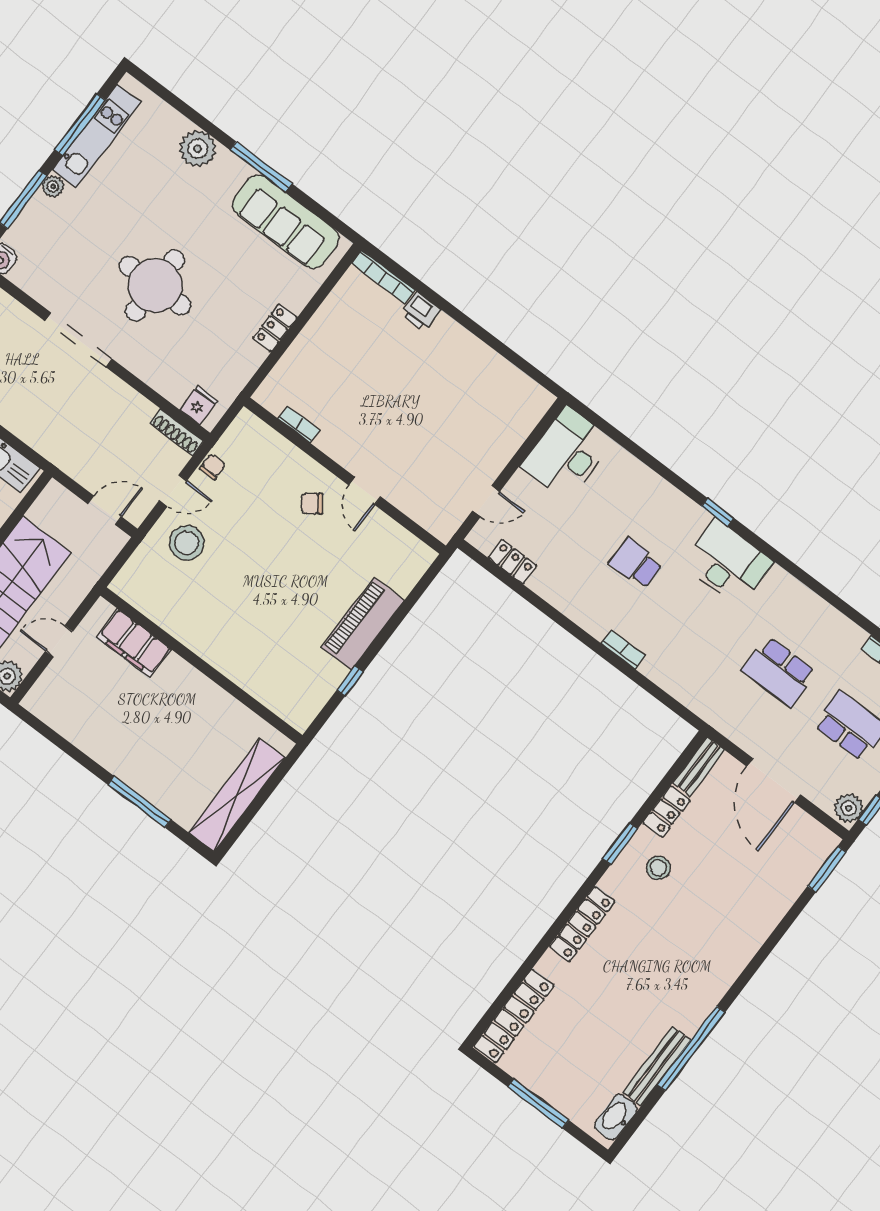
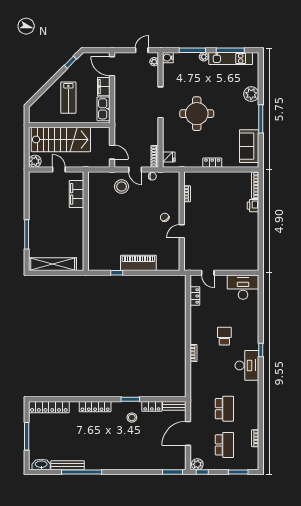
sofa: (286, 222) -> (249, 146), width x0.73
school desk: (779, 672) -> (224, 409), turned 180

